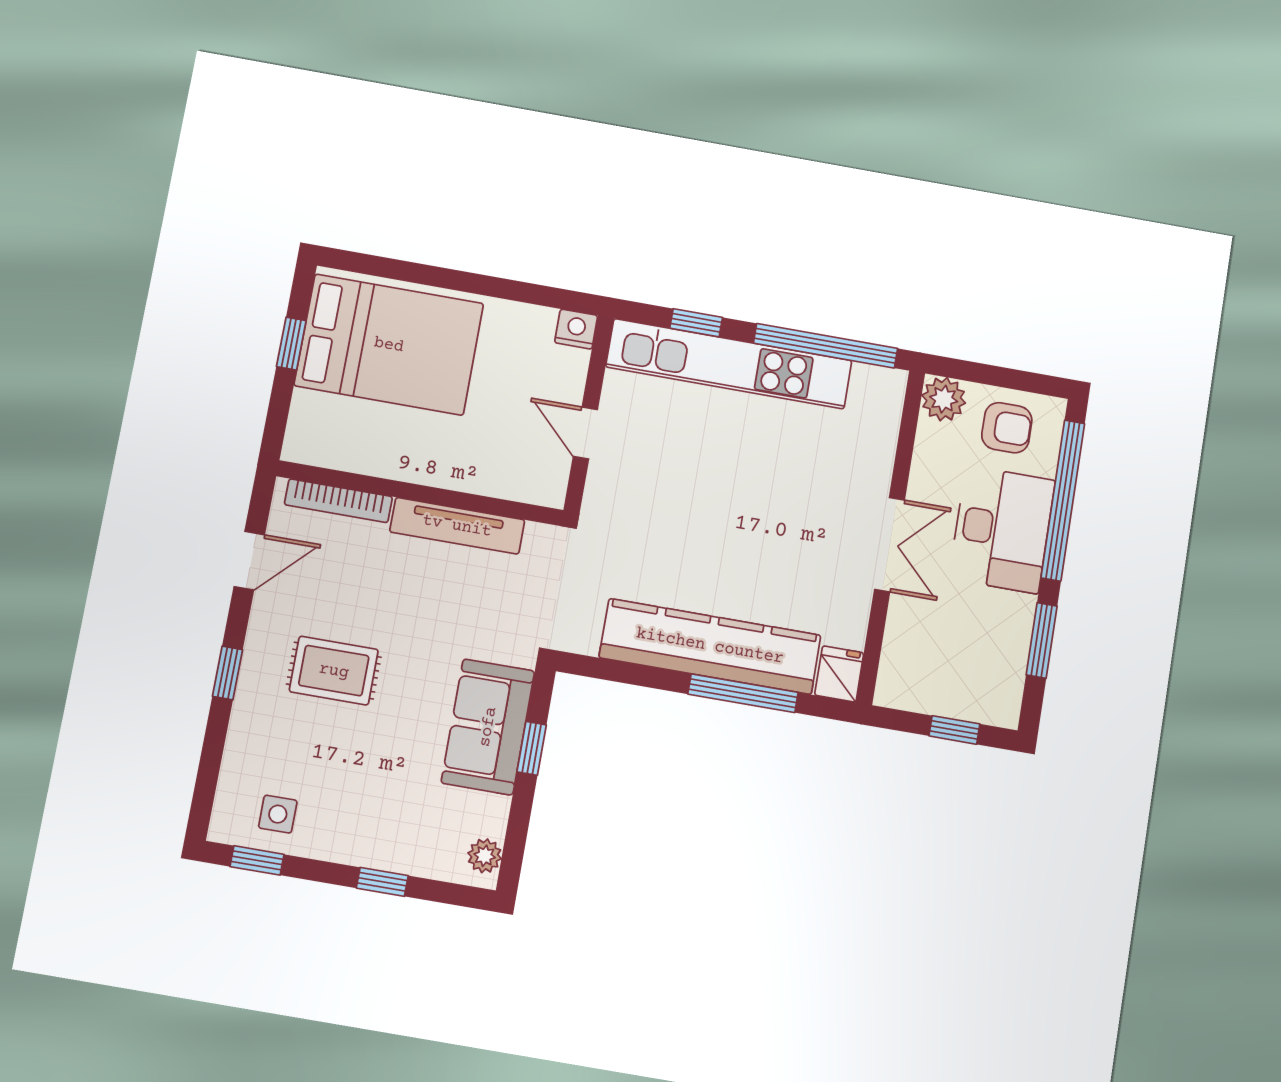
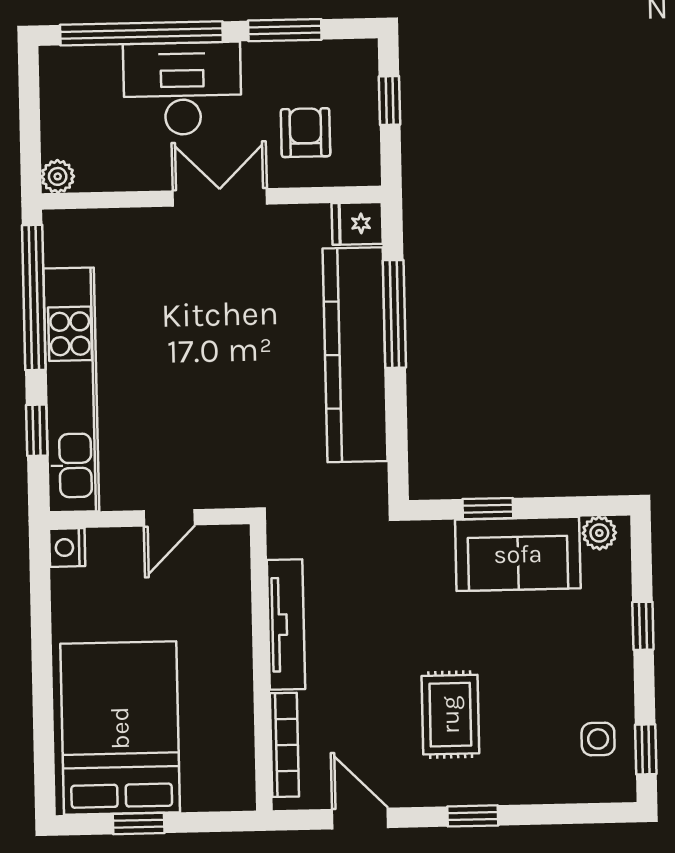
plant: (944, 399) -> (58, 176), width x0.73, depth x0.73
armchair: (1007, 428) -> (306, 133), moved
sofa: (488, 727) -> (518, 554), moved

